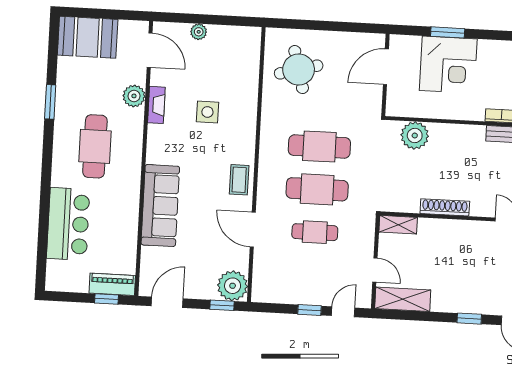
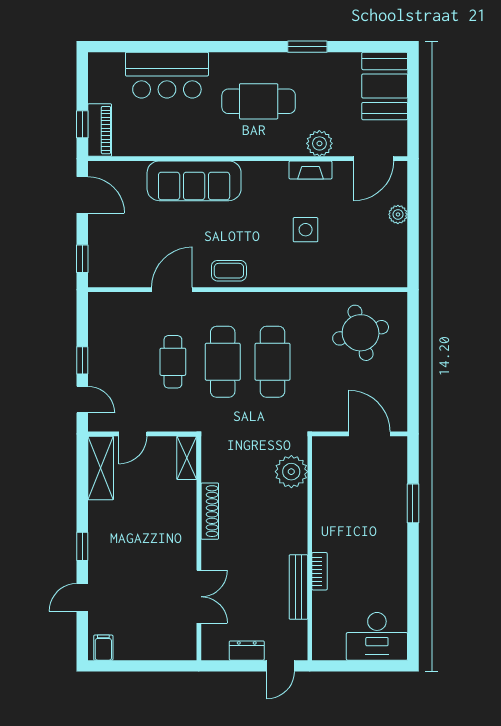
corner desk: (448, 65) -> (376, 506), removed
plant: (233, 286) -> (106, 270), removed

